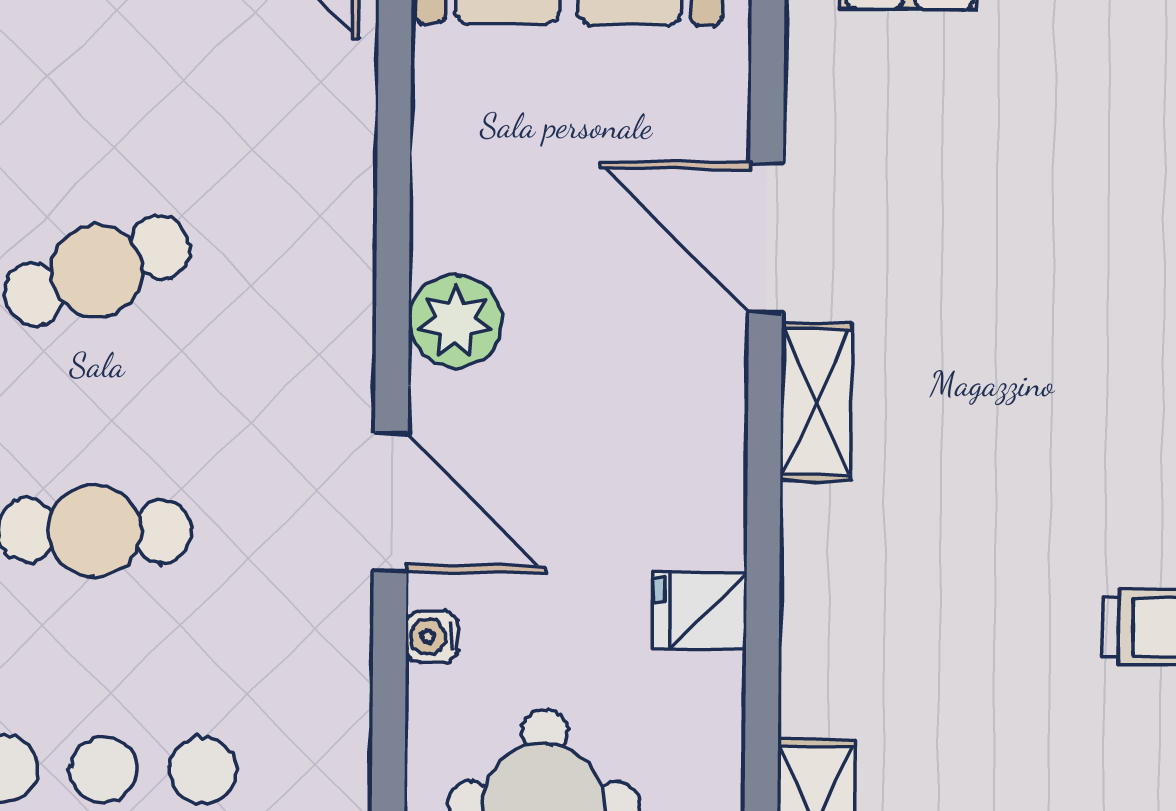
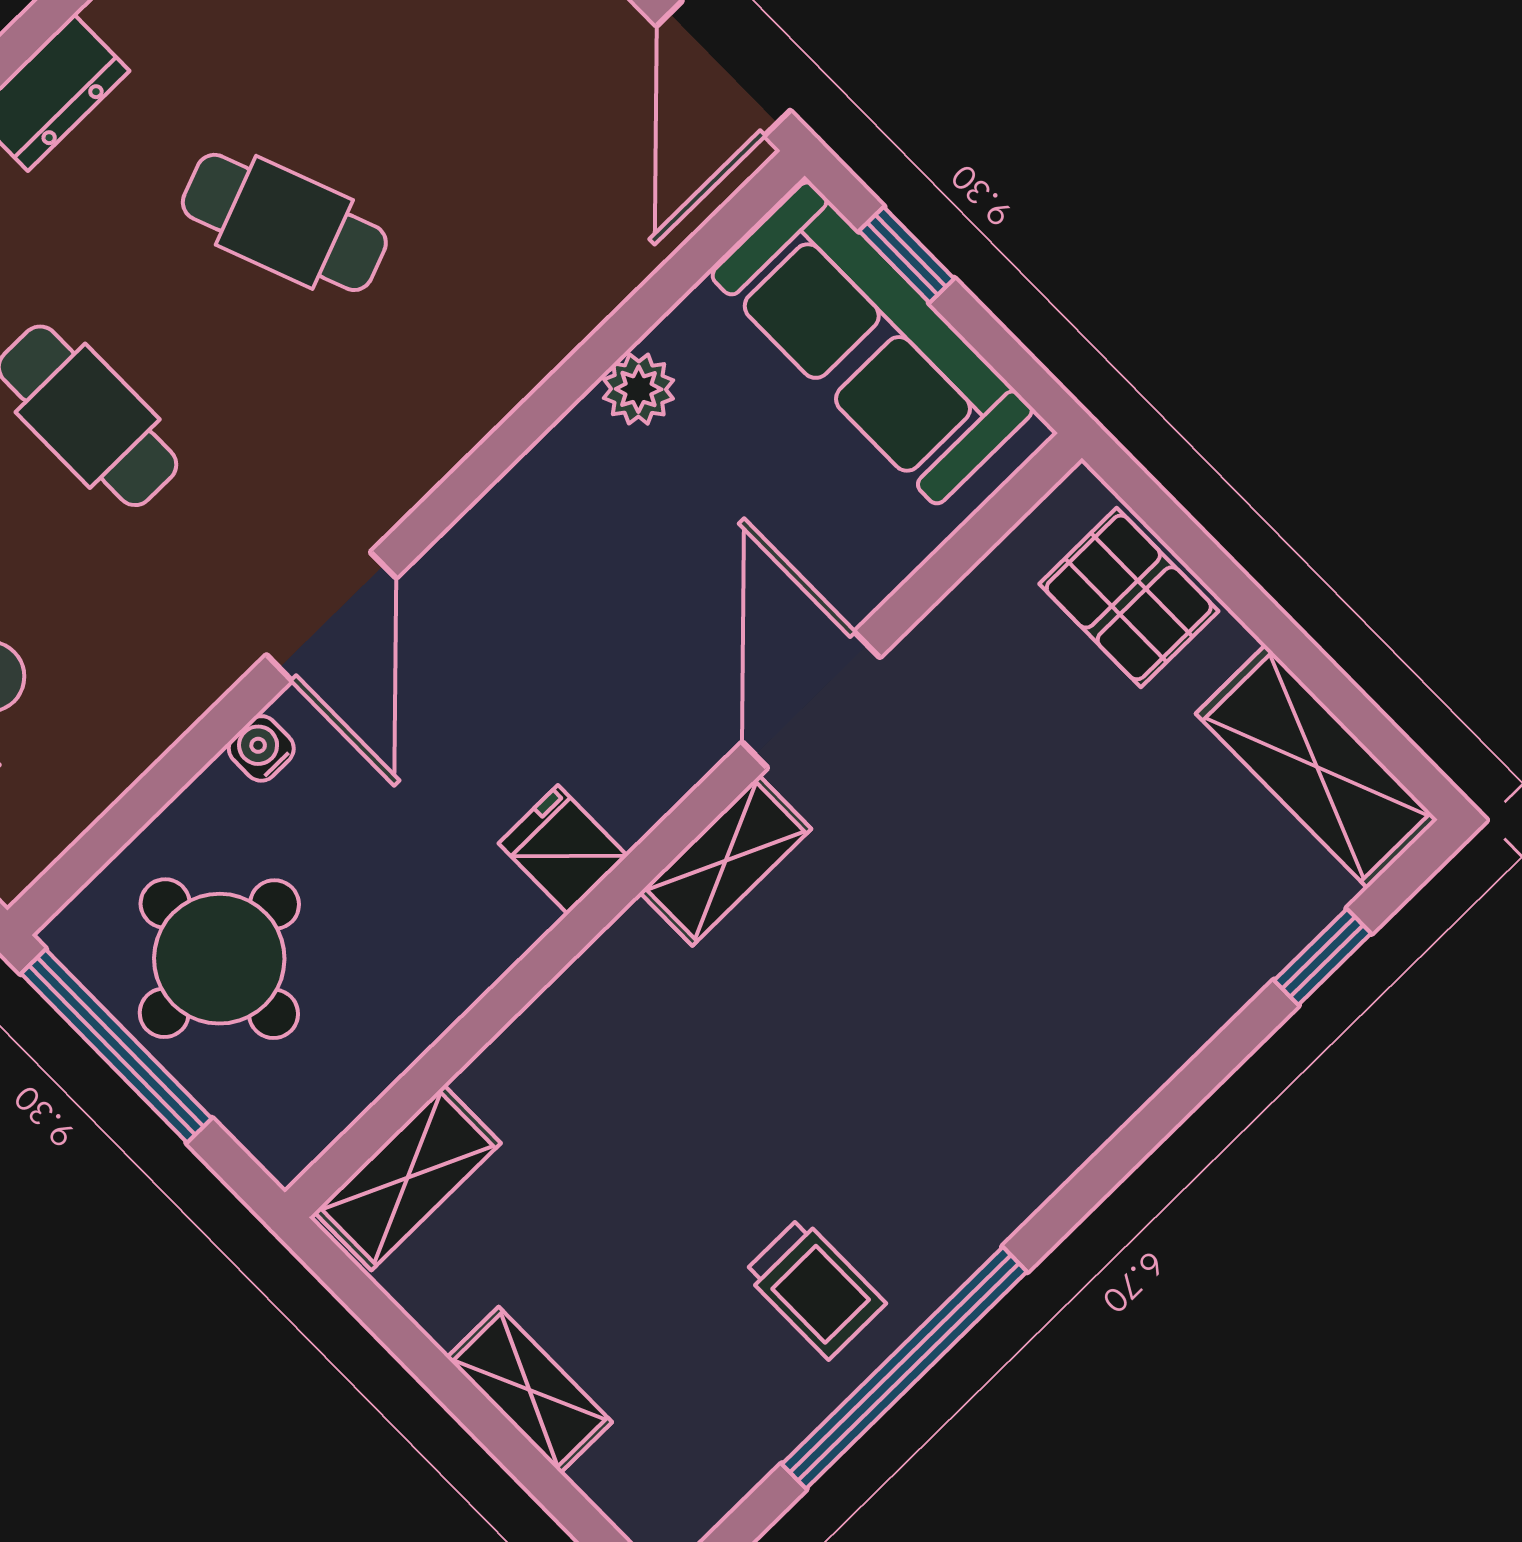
plant: (455, 322) -> (639, 389), moved, width x0.73, depth x0.73
fridge: (700, 610) -> (563, 850), moved

